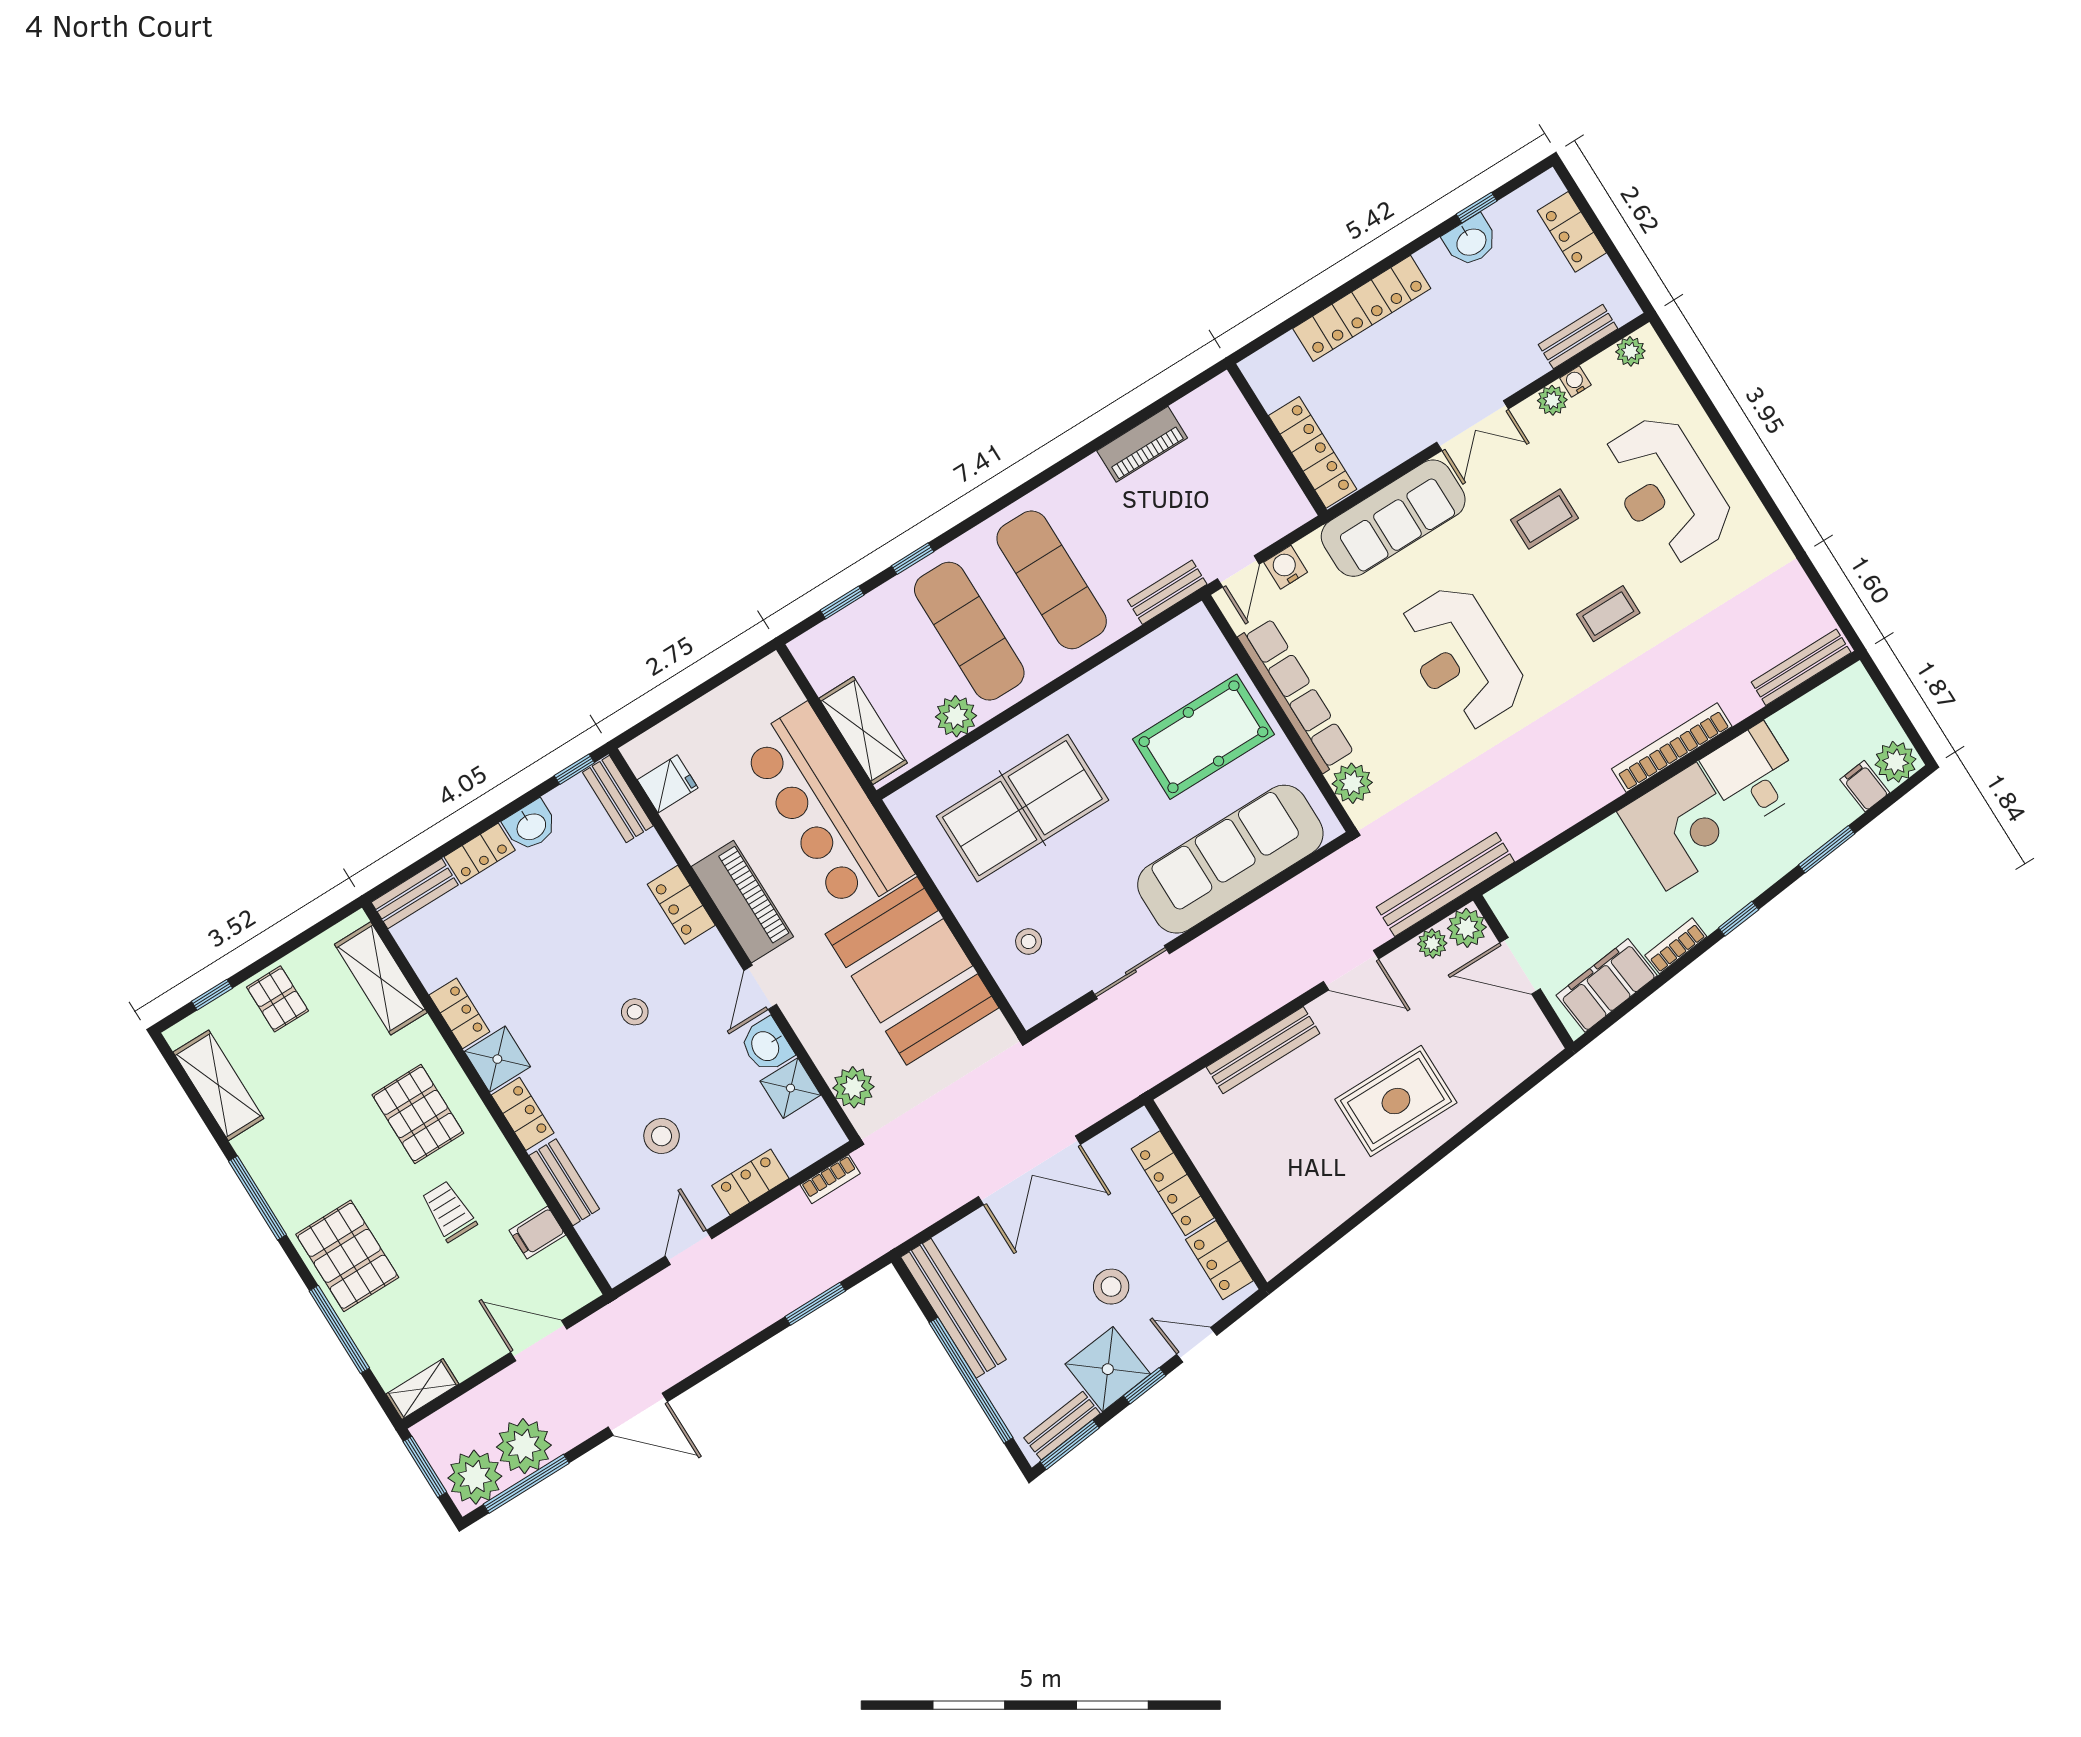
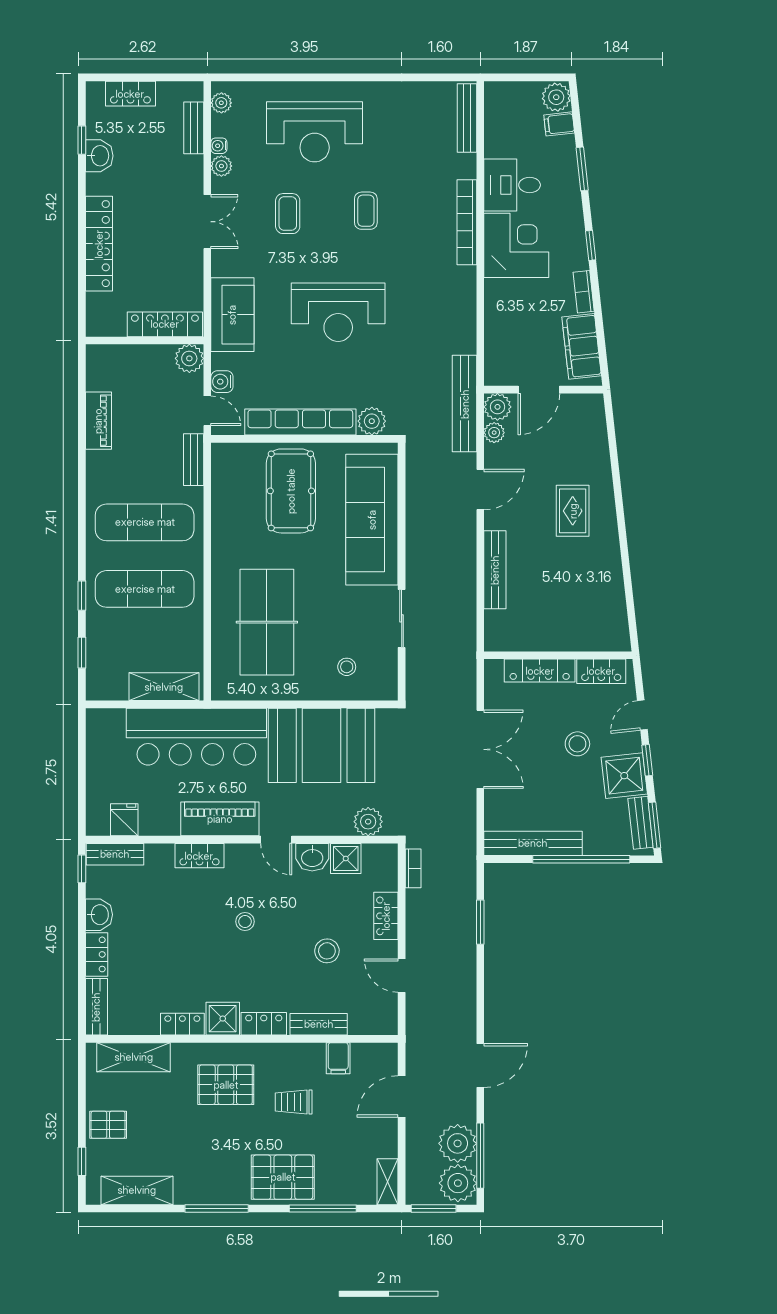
sofa: (1393, 518) -> (232, 315), width x0.73
plant: (956, 716) -> (189, 358), moved
rug: (1396, 1101) -> (573, 511), width x0.73, depth x0.70

